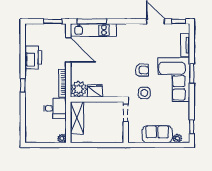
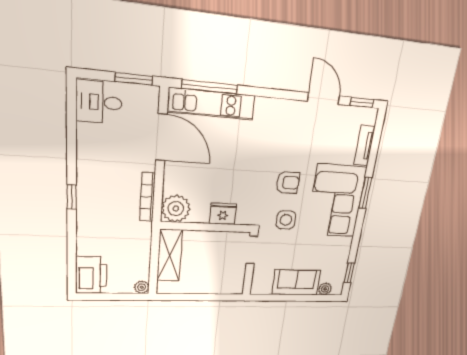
printer: (33, 57) -> (91, 275), moved
fridge: (95, 91) -> (223, 214), moved
desk: (55, 108) -> (99, 102), moved, turned 180

